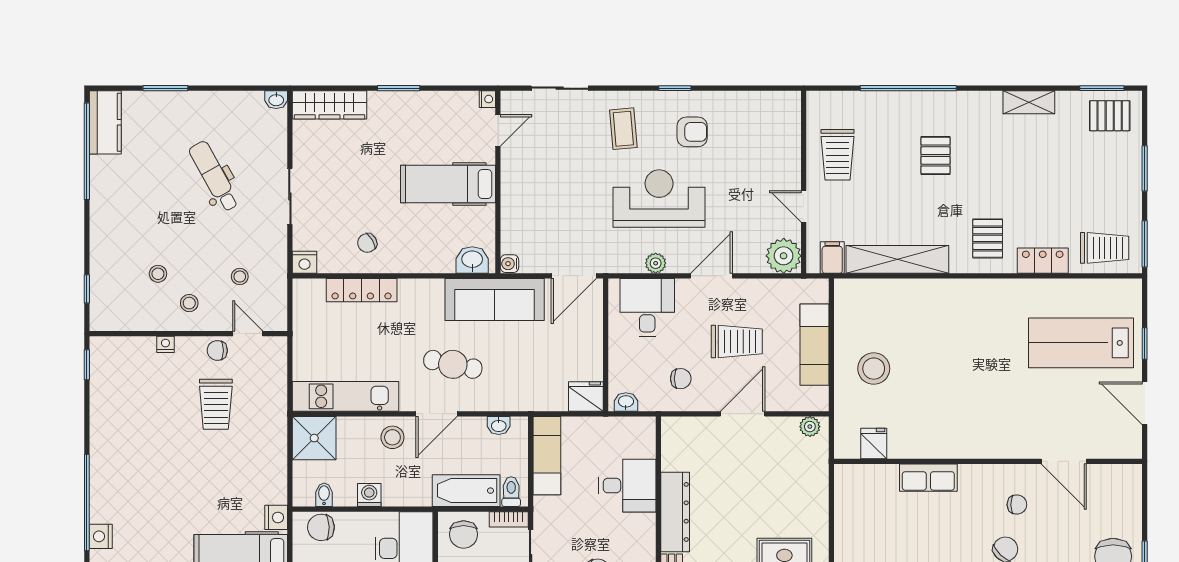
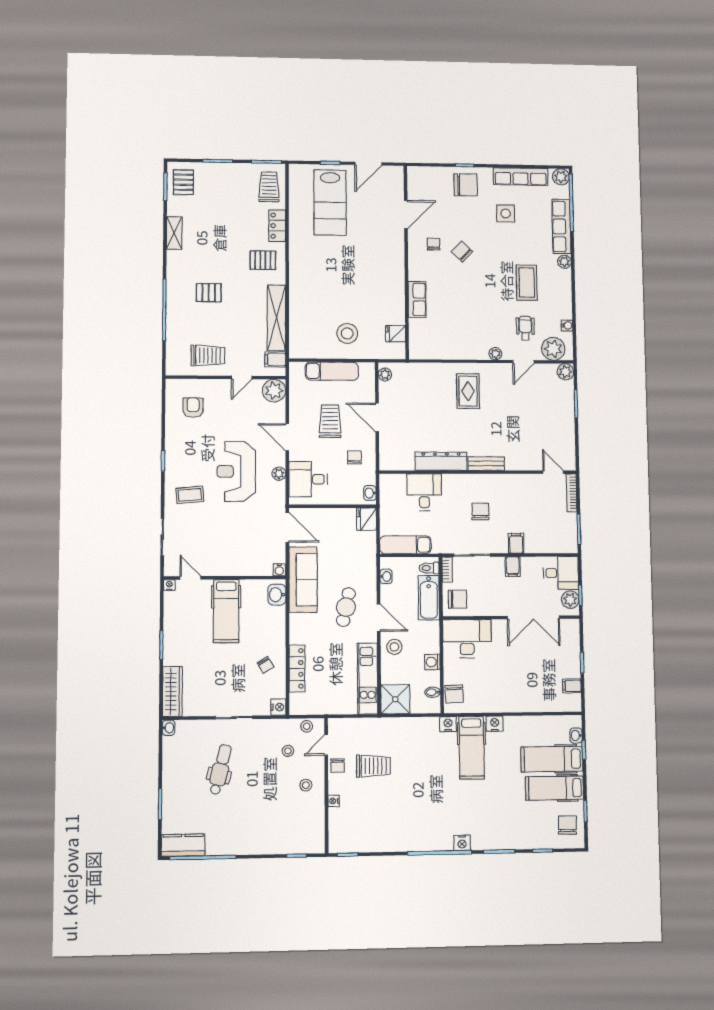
armchair: (692, 132) -> (193, 407), moved
dental chair: (214, 176) -> (220, 769), turned 133
stool: (158, 274) -> (307, 726), moved

